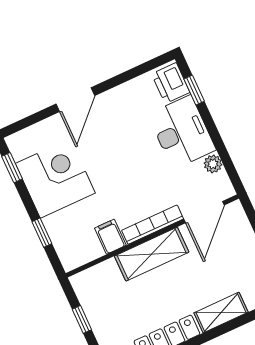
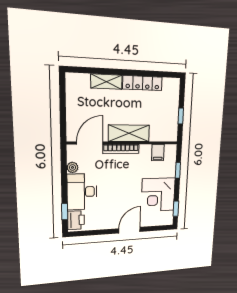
filing cabinet: (110, 237) -> (158, 153), moved

